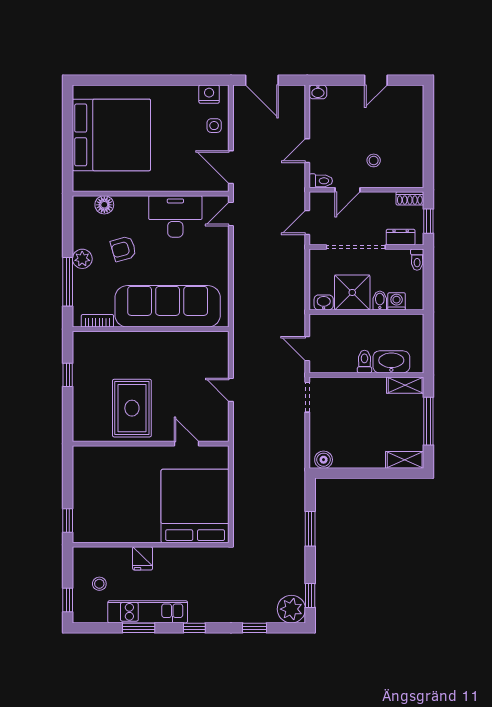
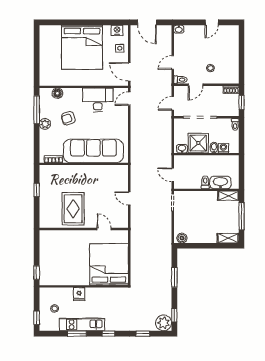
bed: (111, 135) -> (82, 47), moved, turned 90
dresser: (401, 237) -> (226, 112), removed
window: (68, 282) -> (37, 110), moved

